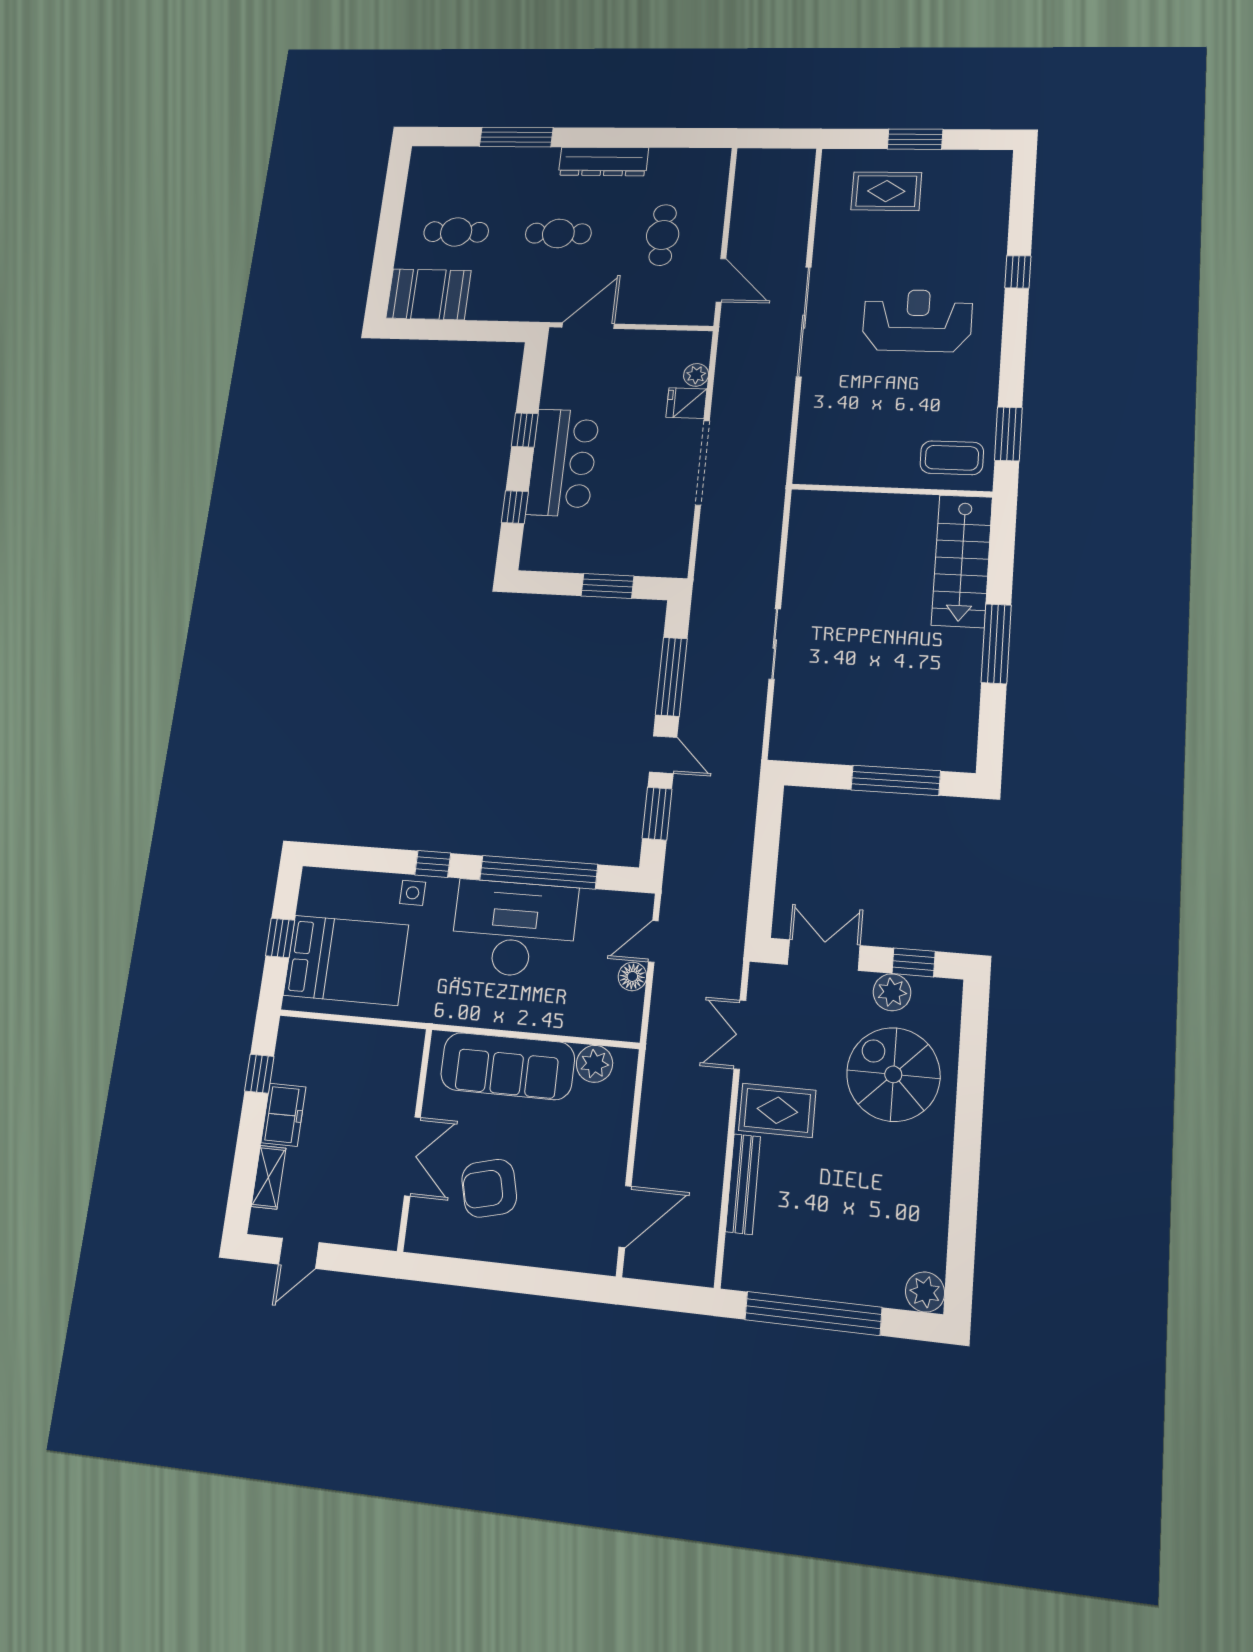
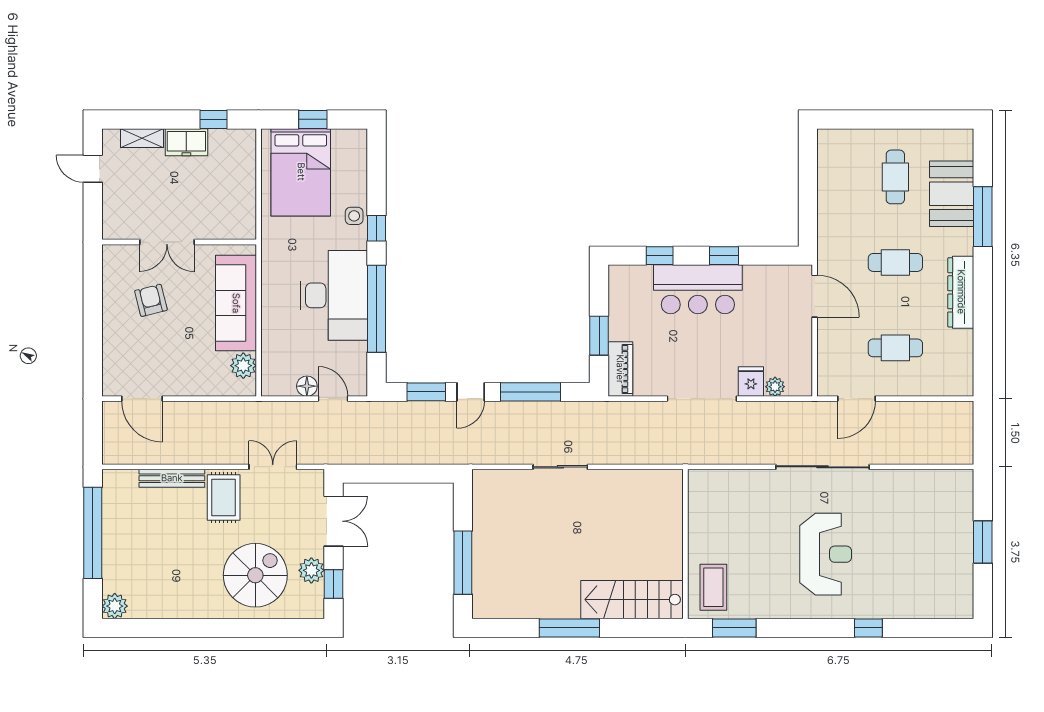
rug: (886, 191) -> (937, 523), removed
cafe table: (558, 233) -> (895, 262), turned 90
booth: (428, 294) -> (952, 194), moved
piano: (653, 561) -> (620, 369), added
armchair: (489, 1188) -> (151, 300), width x0.72, depth x0.72

